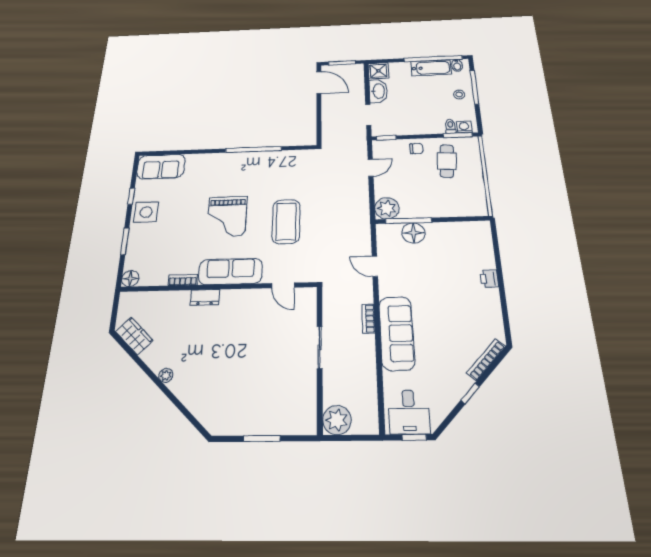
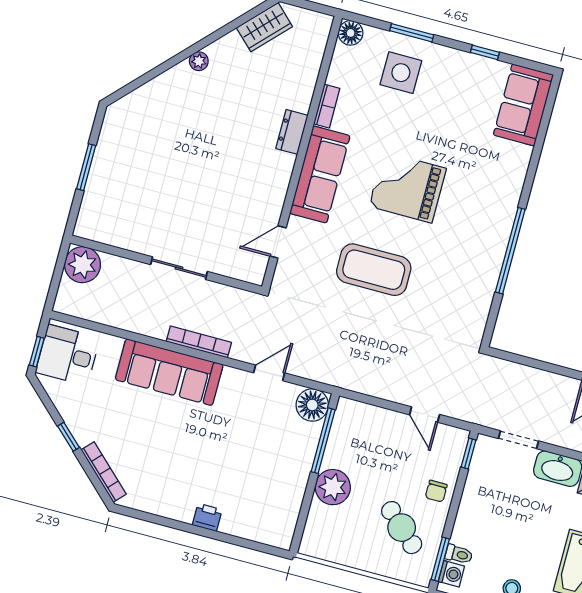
cafe table: (447, 161) -> (402, 528), turned 38
plant: (387, 208) -> (333, 487), moved
side table: (146, 212) -> (401, 73), moved
floor lamp: (413, 233) -> (312, 405), moved
bookcase: (368, 319) -> (199, 342), width x1.56

